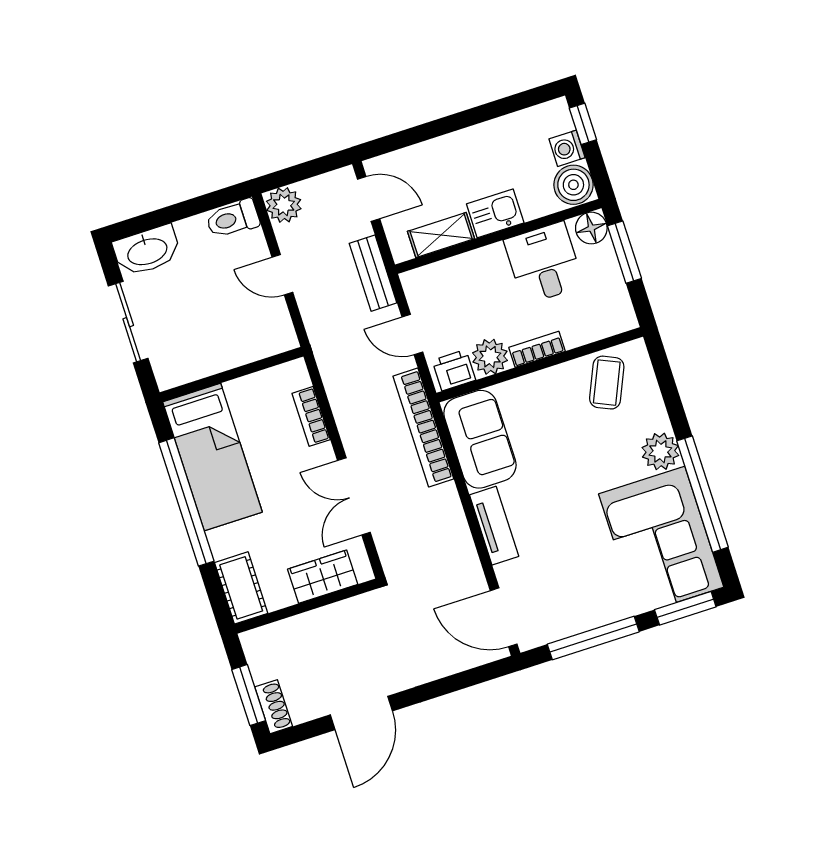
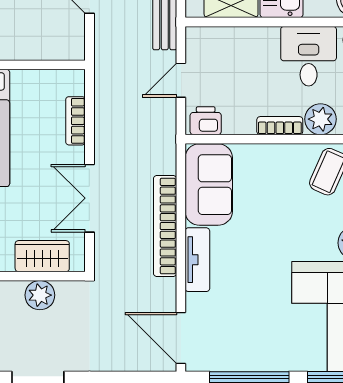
door: (412, 335) -> (181, 80), hinge flipped
plant: (490, 357) -> (321, 119), moved
bookcase: (423, 428) -> (165, 226), moved
plant: (334, 620) -> (40, 295), added

